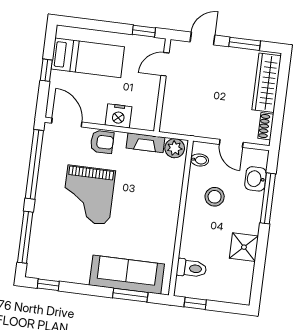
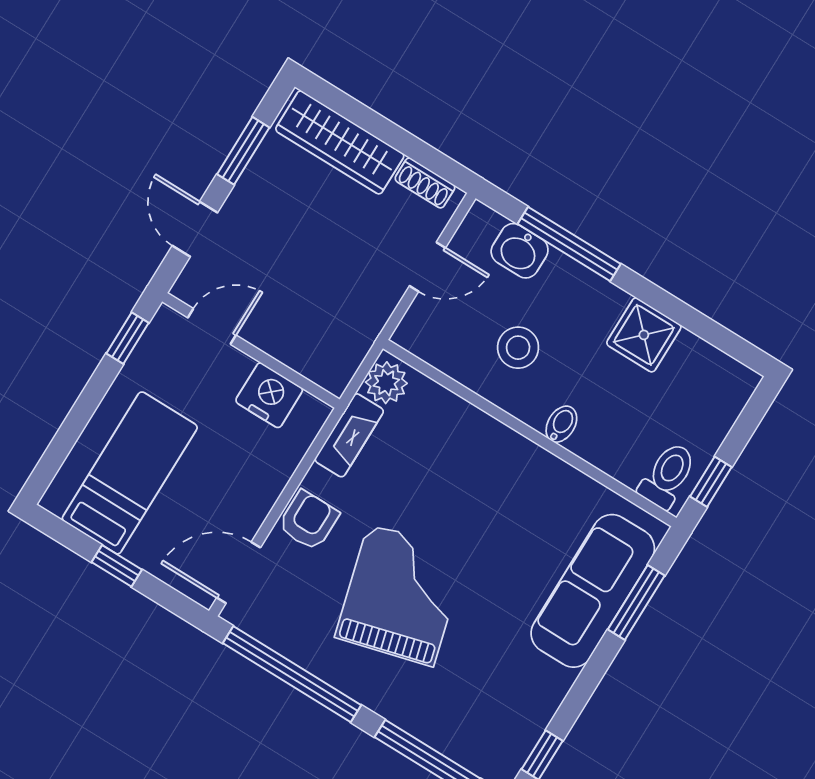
door: (165, 64) -> (212, 326), swing flipped
nightstand: (118, 116) -> (269, 395), moved, turned -90
bidet: (200, 160) -> (561, 424), moved
grand piano: (88, 195) -> (401, 595), turned -105
toilet: (191, 268) -> (668, 475), moved

